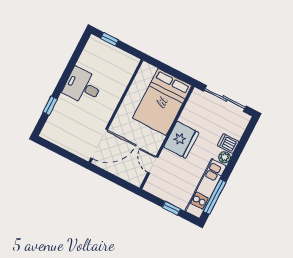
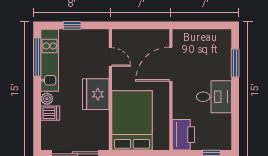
printer: (125, 68) -> (183, 135), added
window: (50, 106) -> (235, 63), width x1.50
door: (99, 144) -> (171, 64), moved

